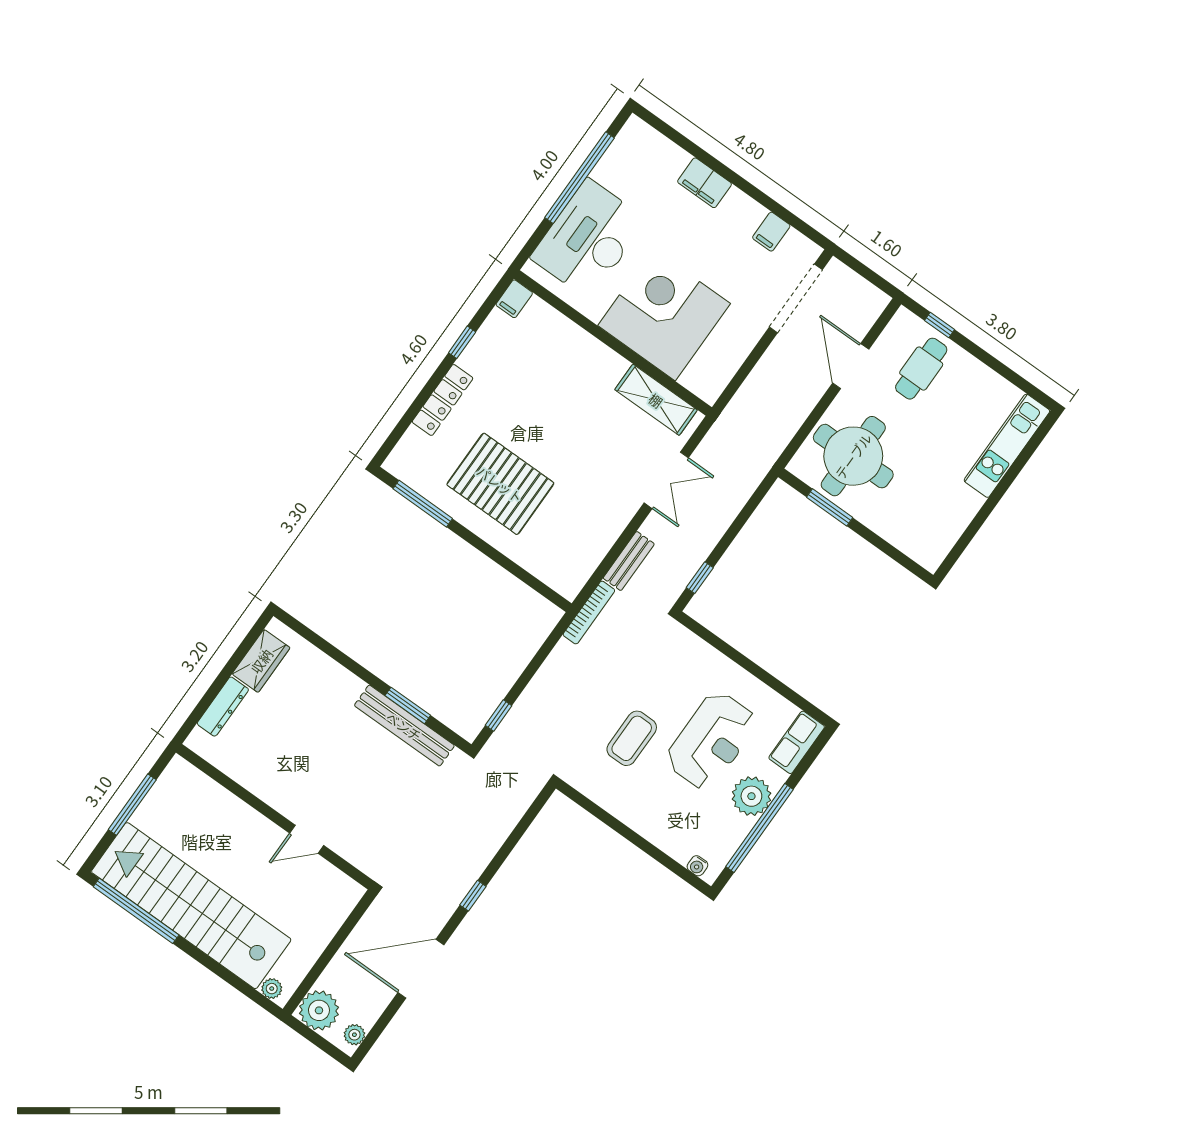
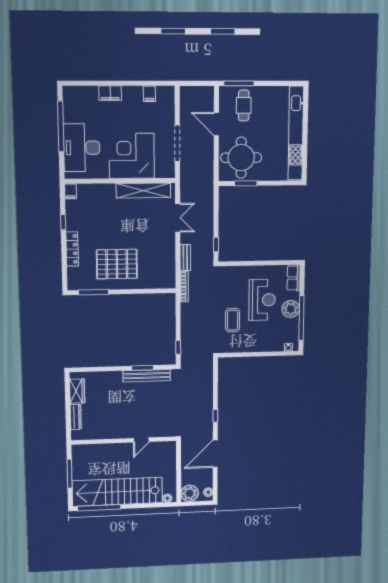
doorway: (796, 298) -> (177, 143), moved
window: (939, 325) -> (239, 83), width x2.17
shelving: (656, 400) -> (143, 191), width x1.47
kitchen unit: (1007, 446) -> (296, 133), width x1.86

